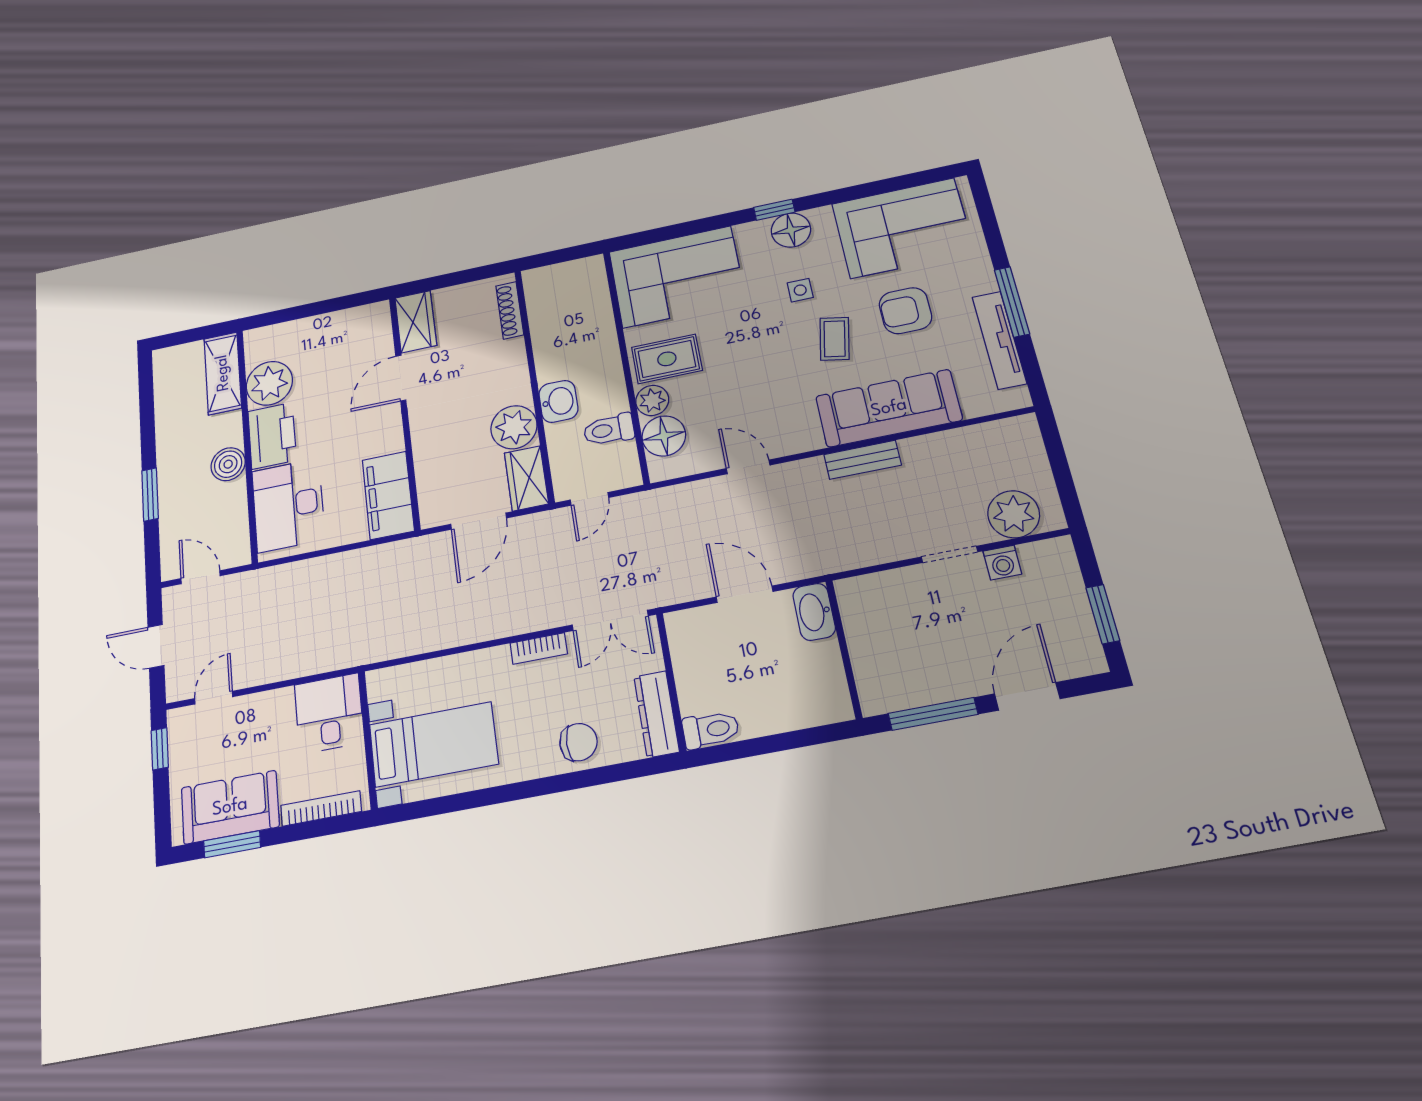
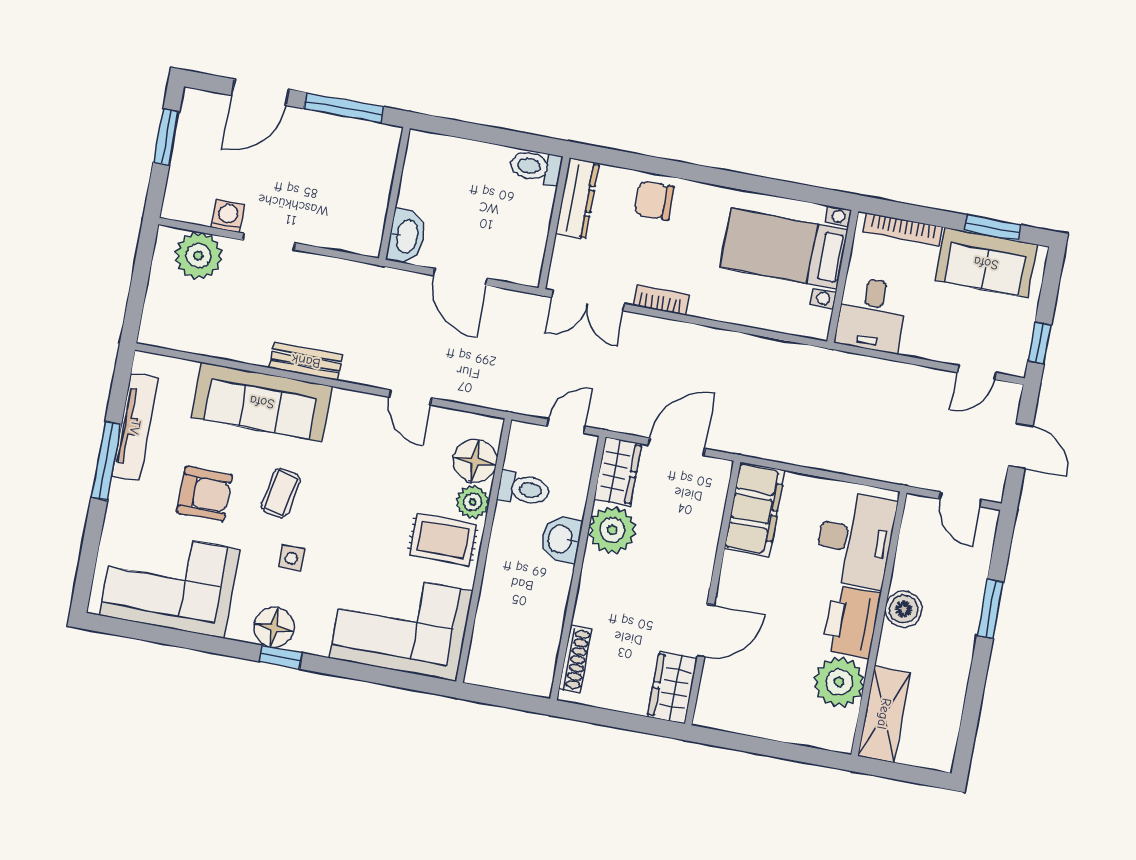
double door: (610, 620) -> (588, 301), swing flipped

